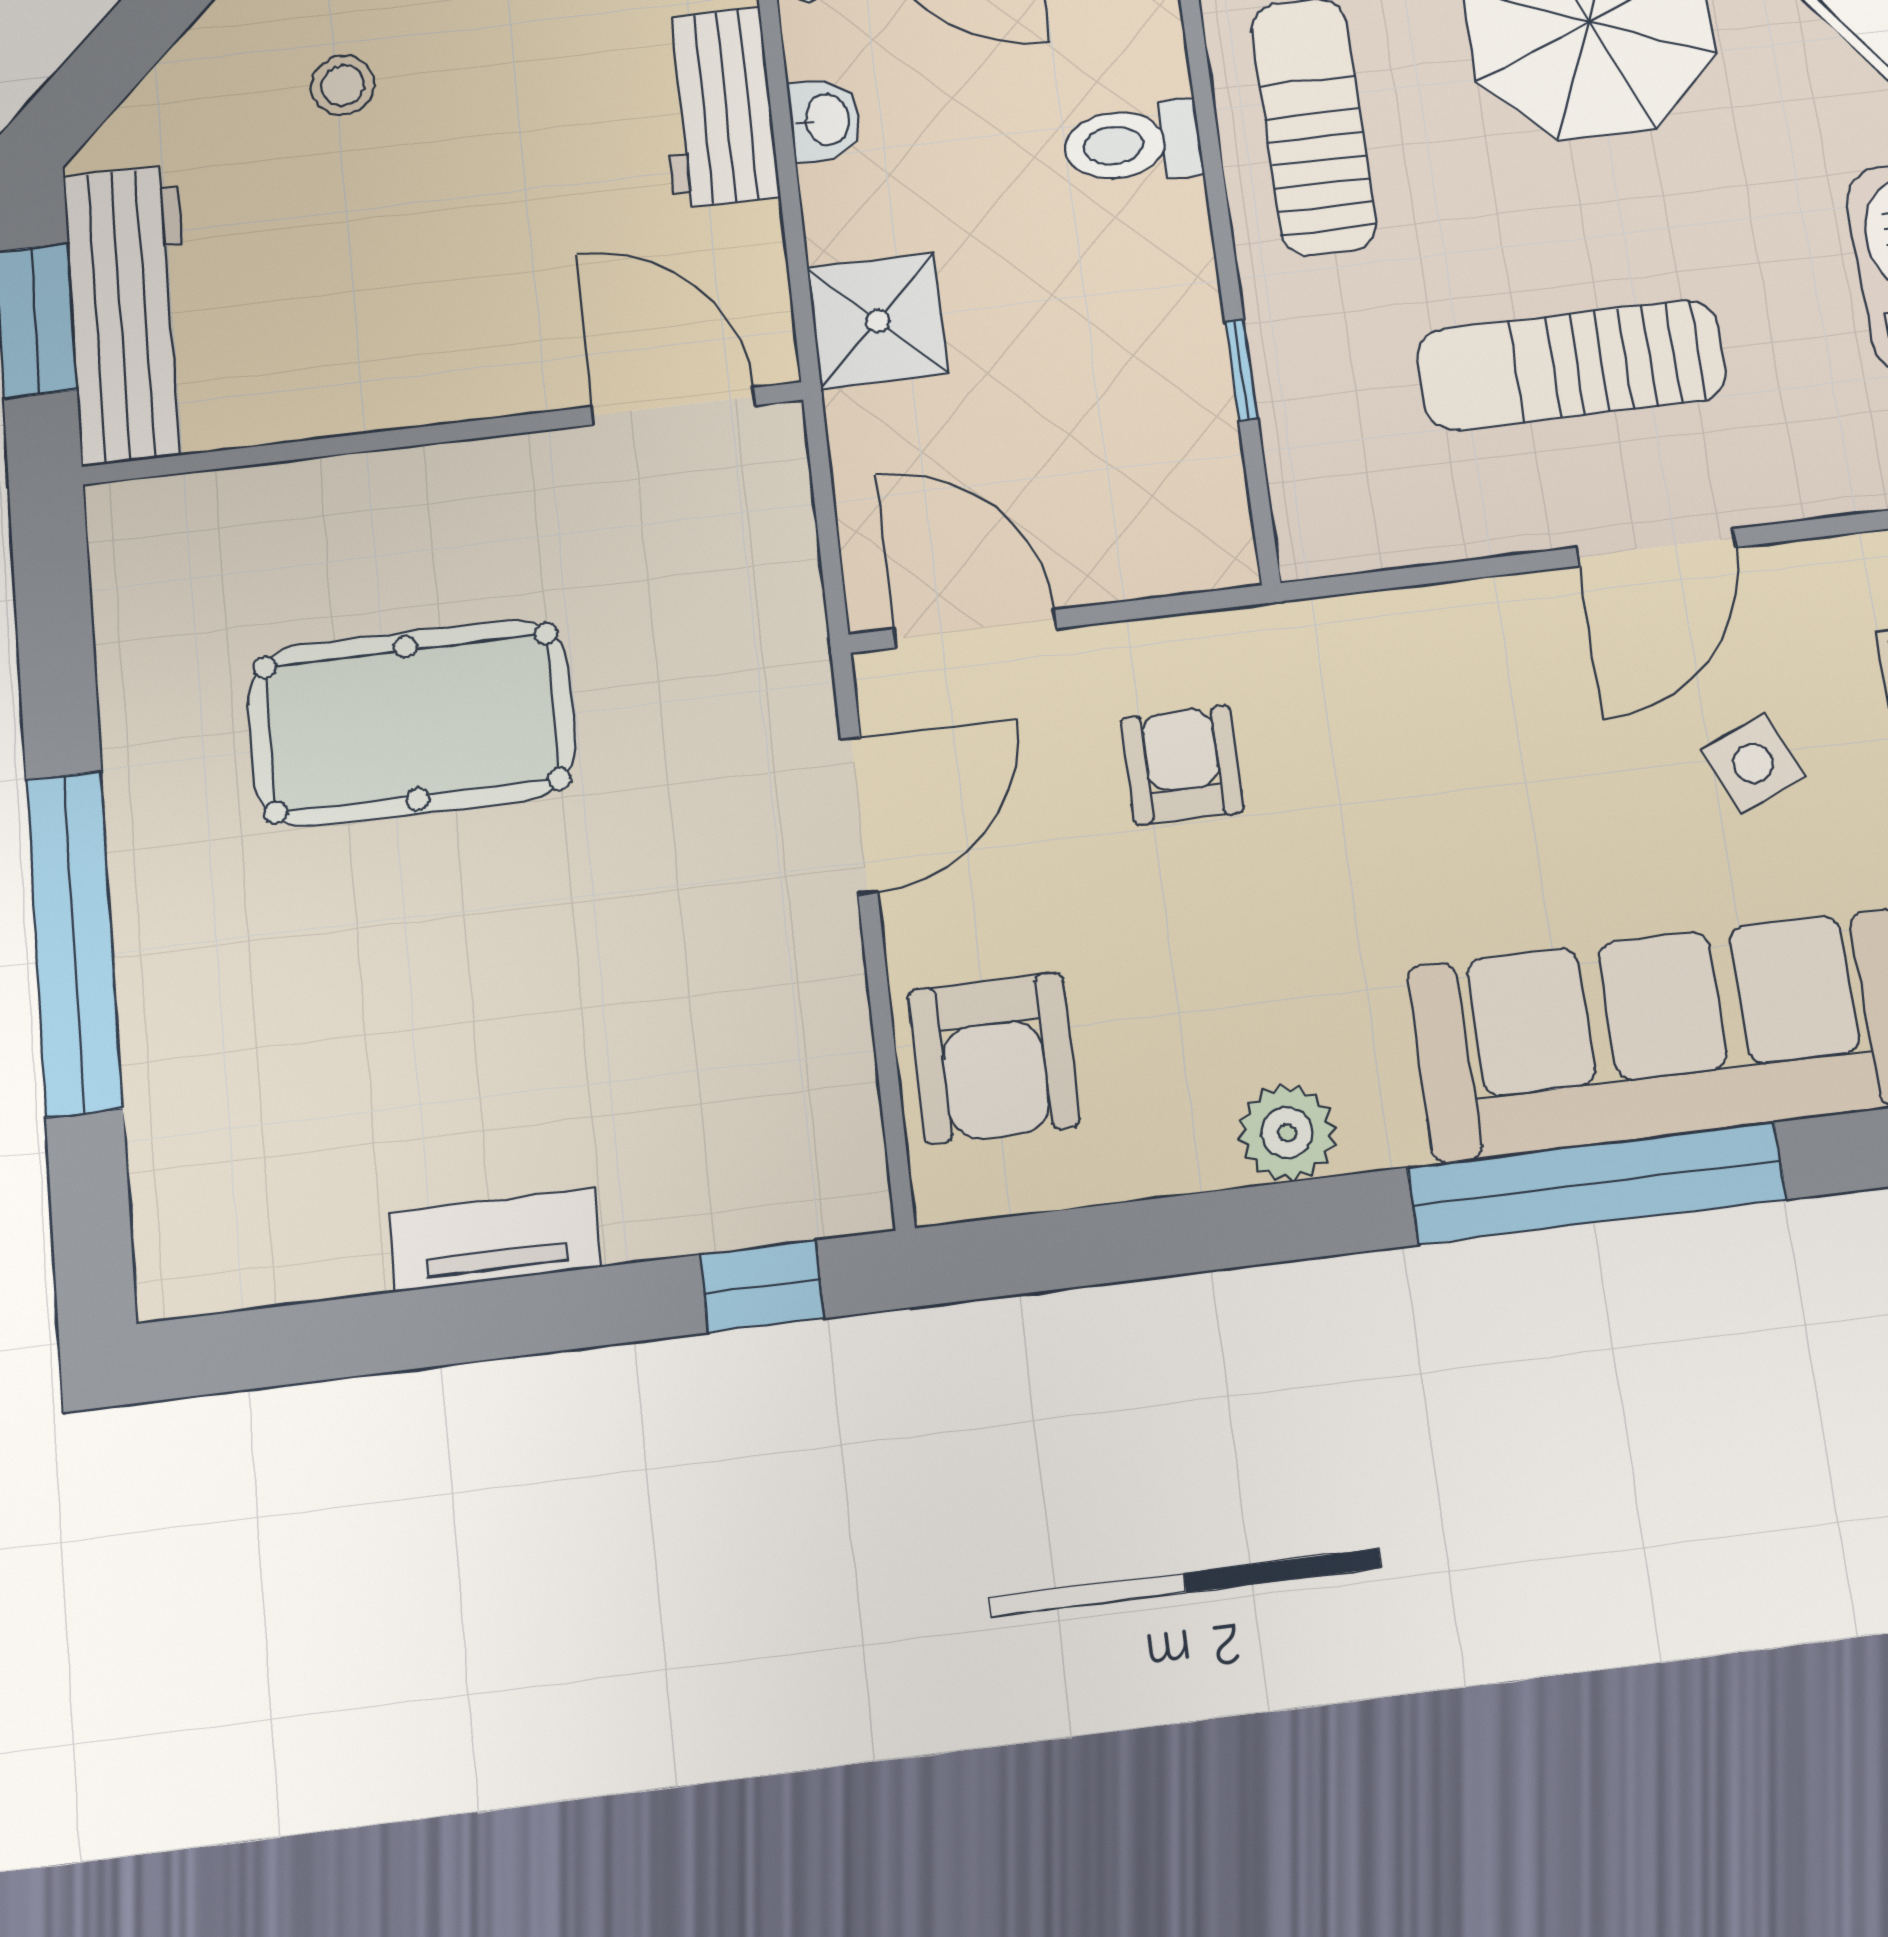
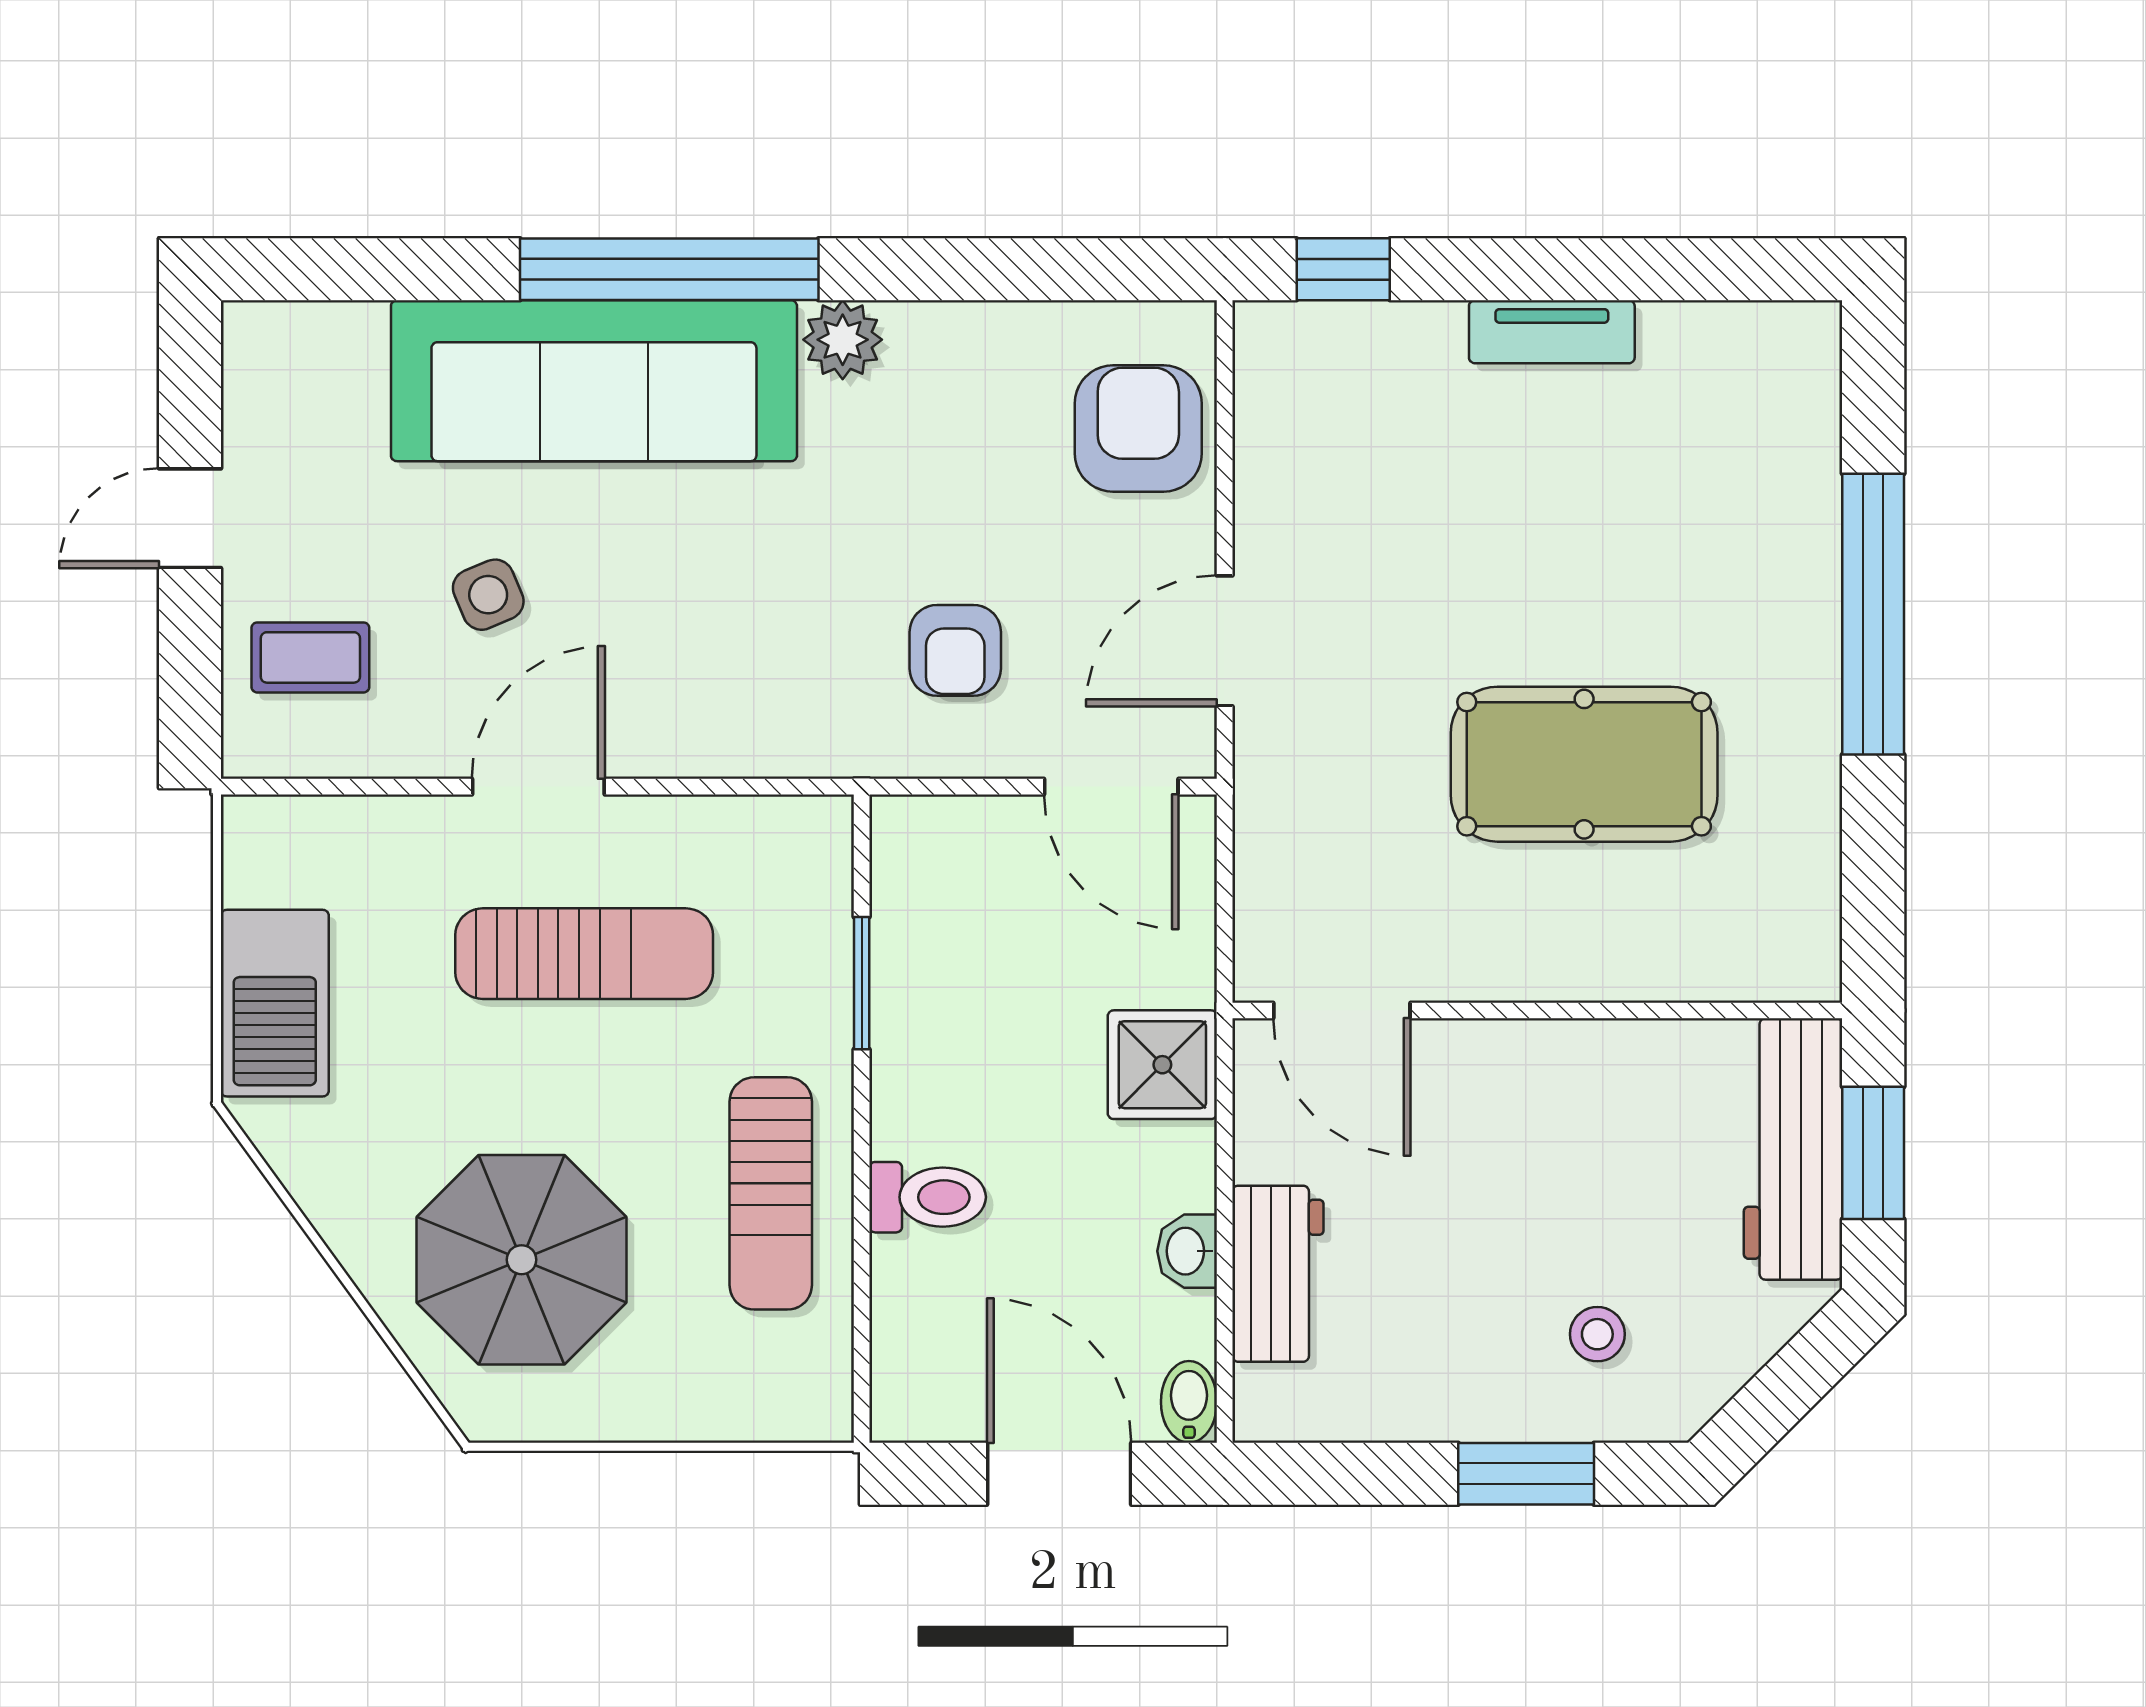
window: (1241, 370) -> (862, 983), width x1.50
plant: (1287, 1133) -> (843, 340), moved

